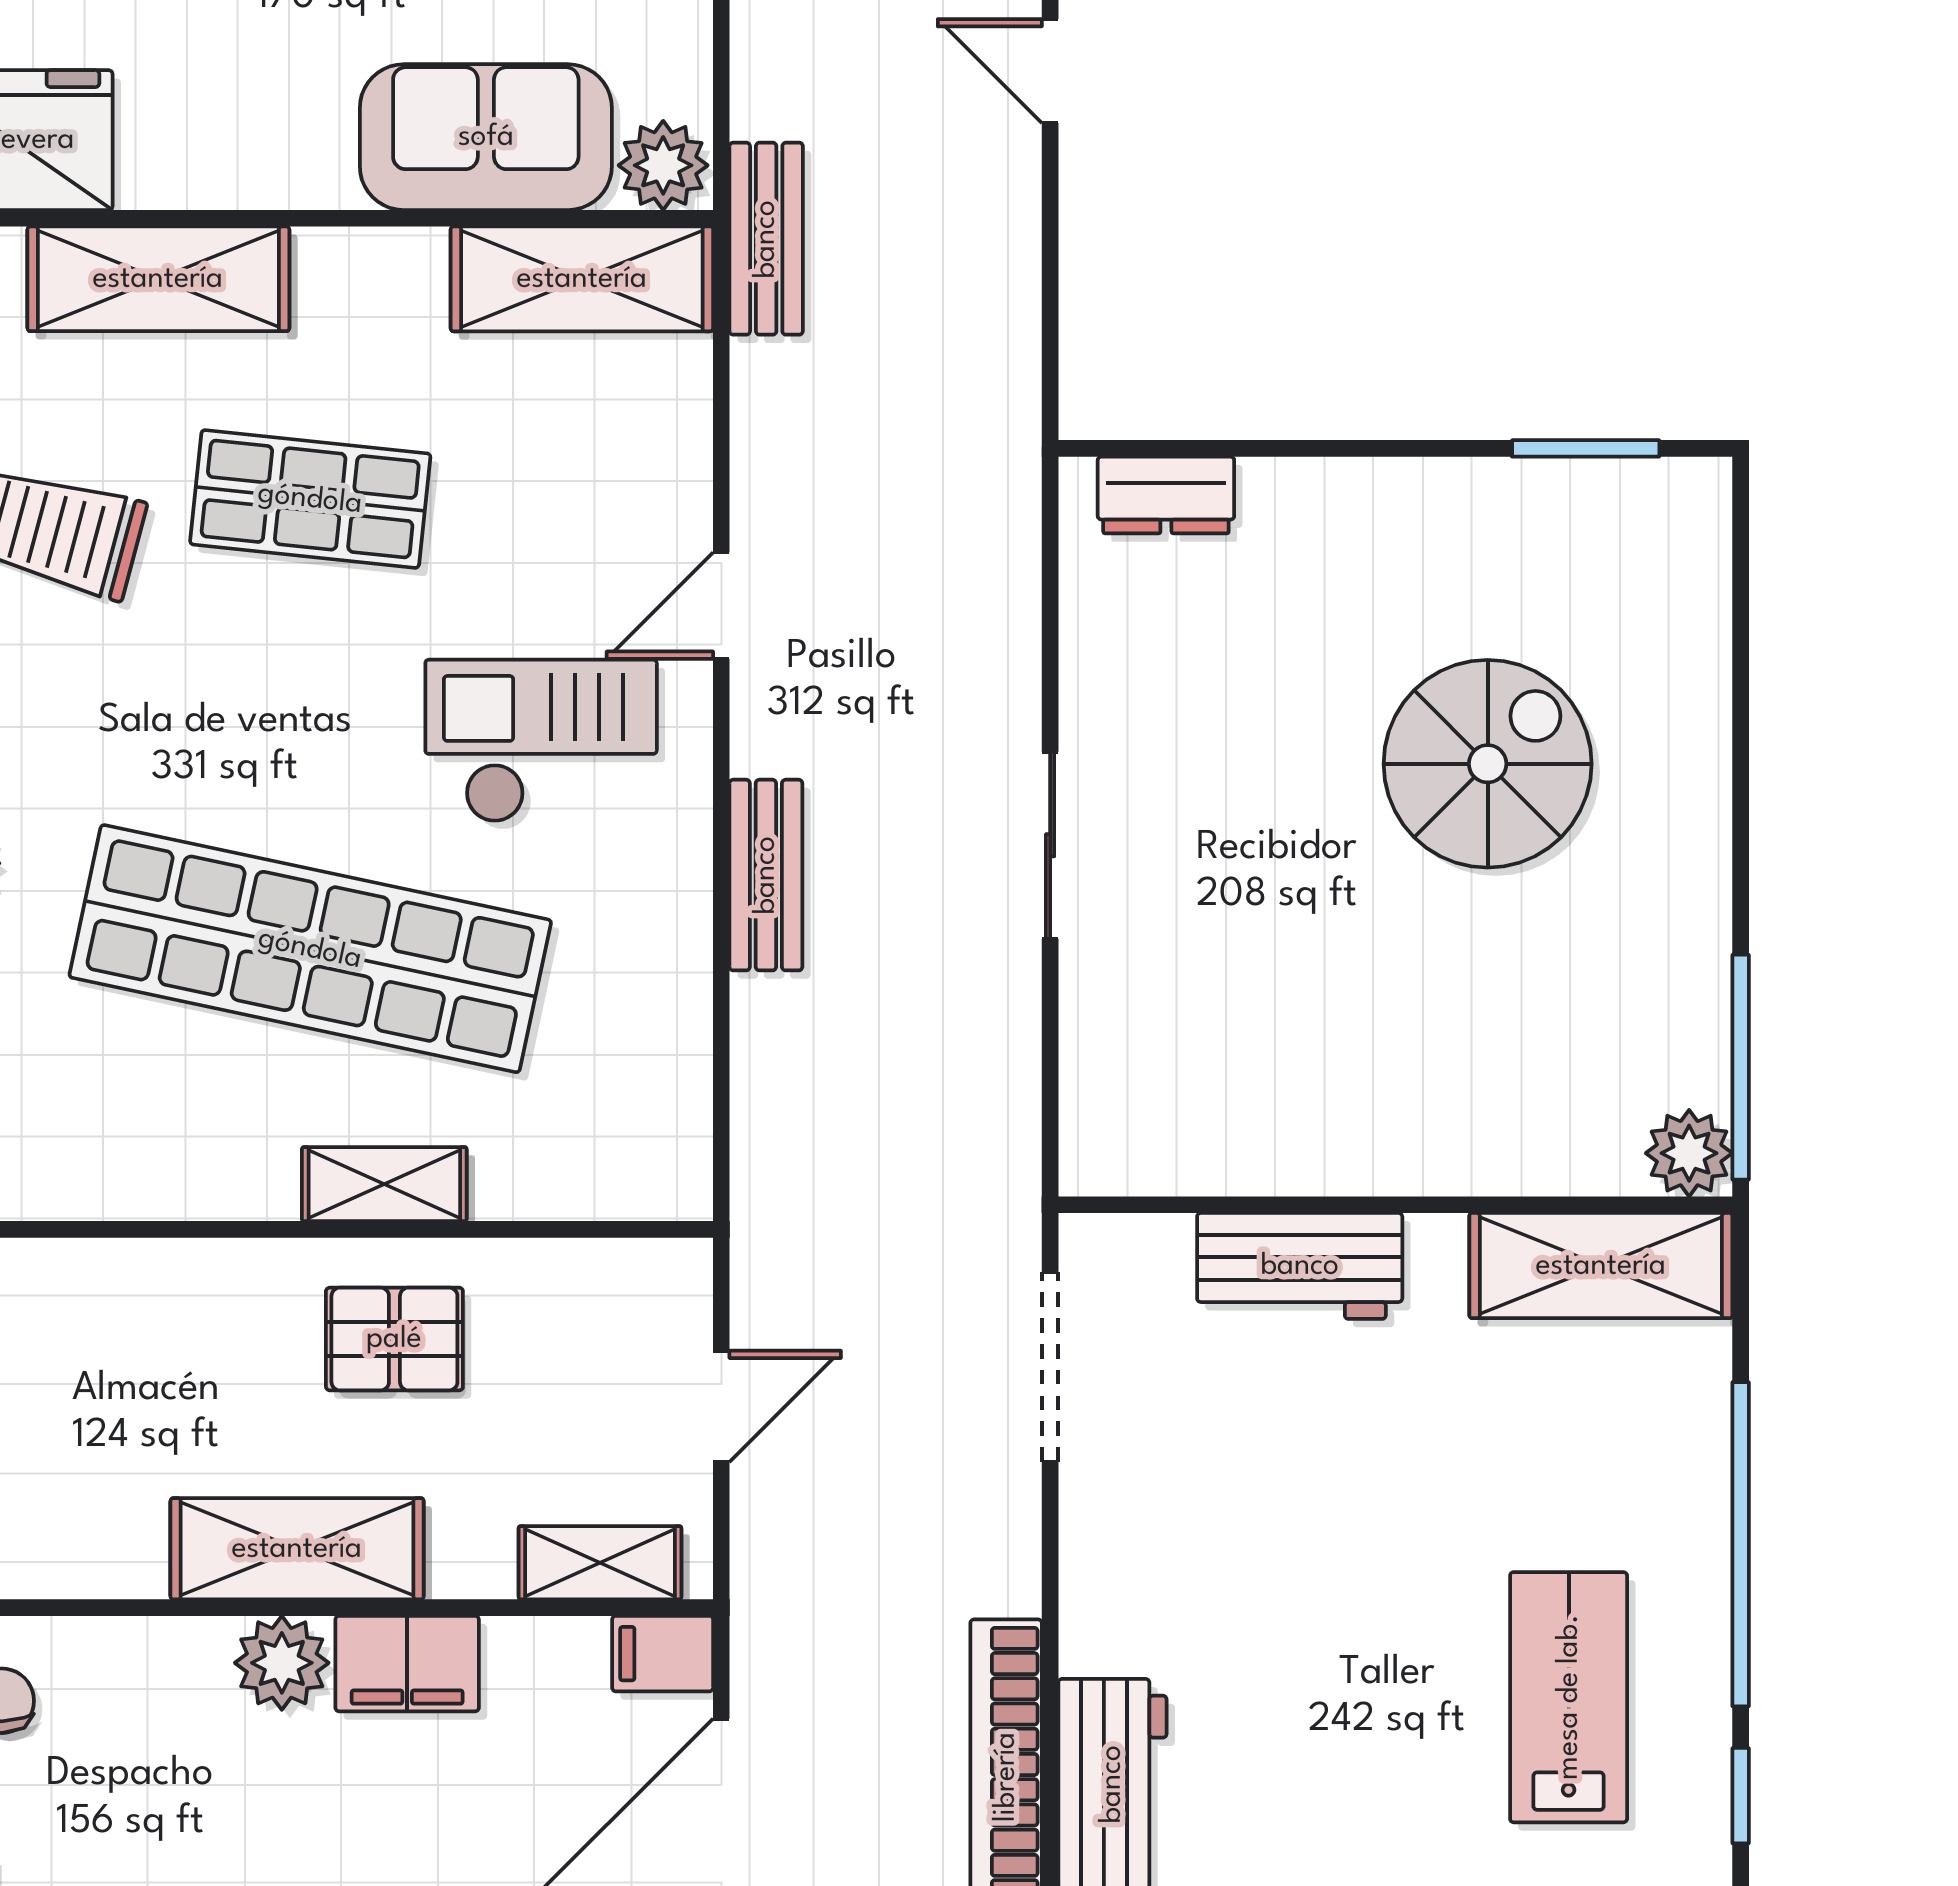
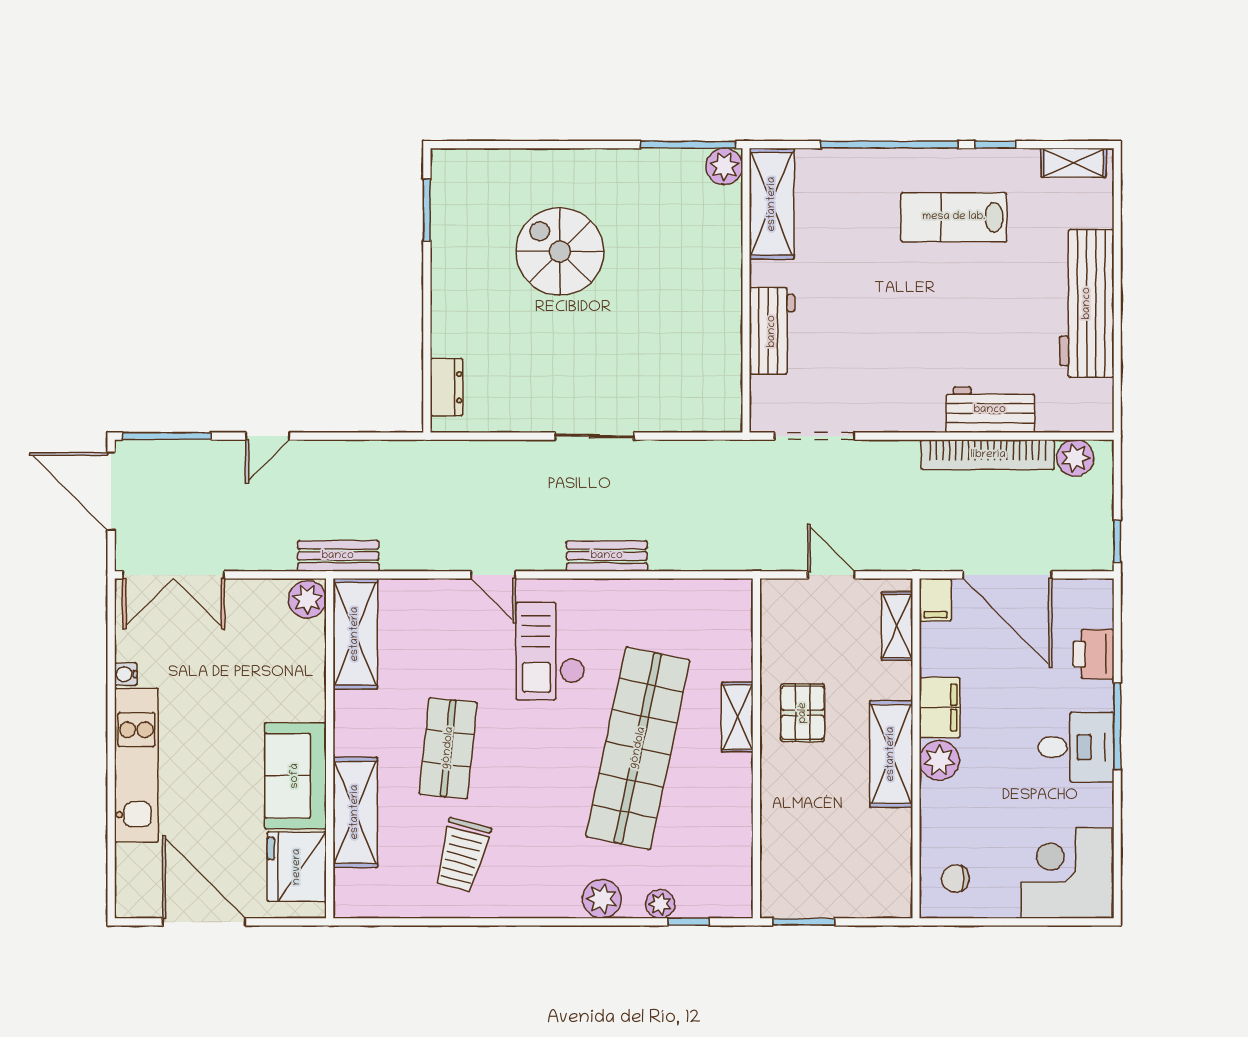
sofa: (486, 137) -> (295, 776), moved

